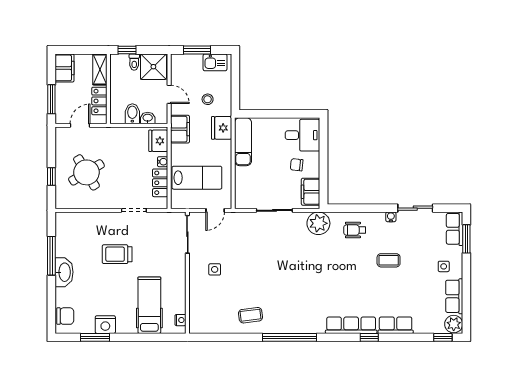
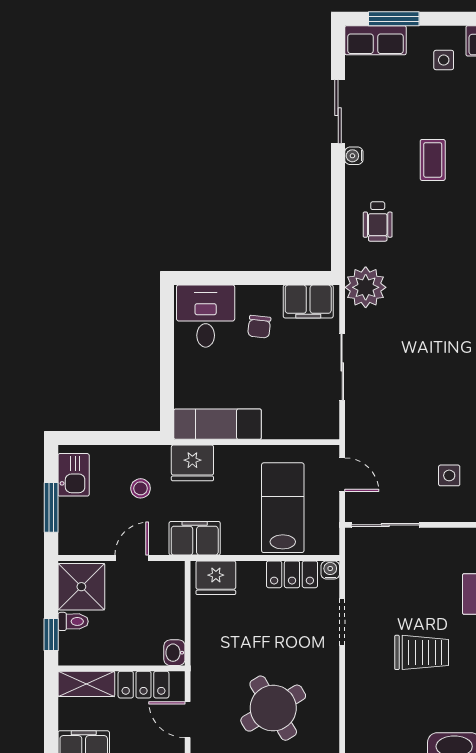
bidet: (132, 114) -> (167, 625), removed
washbasin: (148, 118) -> (174, 653), moved
water cooler: (163, 162) -> (330, 570), moved
trolley: (117, 254) -> (422, 652), turned -90

